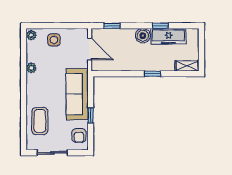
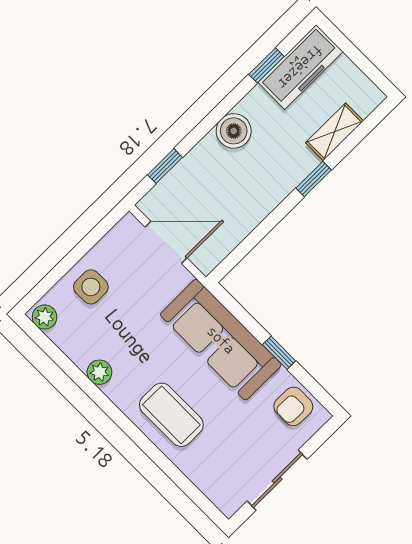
window: (160, 26) -> (266, 65), moved
freezer: (168, 36) -> (300, 67), moved
shelving: (187, 66) -> (335, 132), moved
coffee table: (40, 121) -> (171, 415), moved
armchair: (79, 136) -> (293, 406), turned 91

